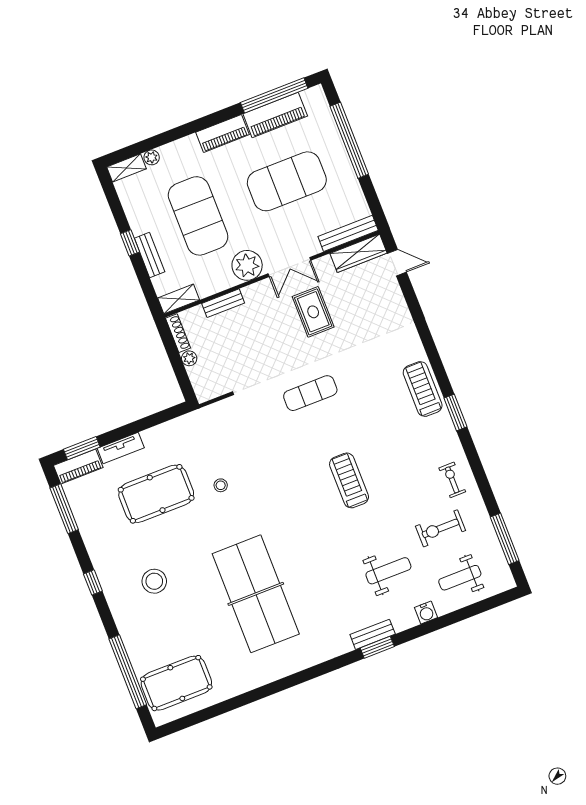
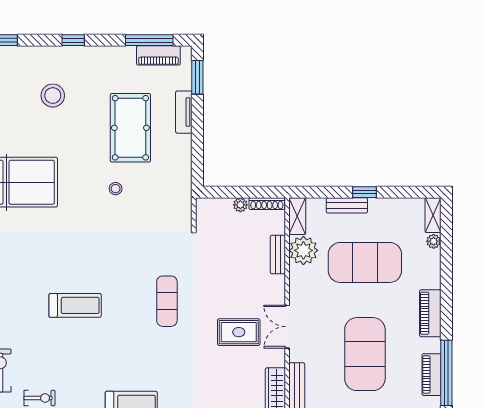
piano: (275, 115) -> (431, 375), width x0.73, depth x0.75
plant: (247, 265) -> (303, 250), moved
piano: (78, 466) -> (158, 55), moved, turned -90

